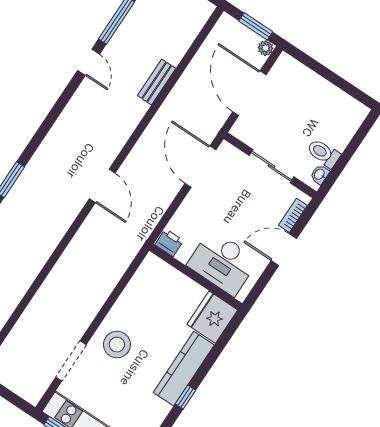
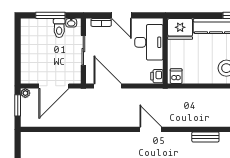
bench: (157, 82) -> (205, 137), moved
window: (348, 153) -> (50, 15), added
door: (200, 167) -> (108, 86), swing flipped
door: (102, 186) -> (151, 129), hinge flipped
dishwasher: (152, 269) -> (176, 76), added

